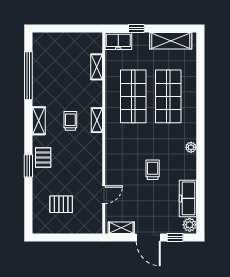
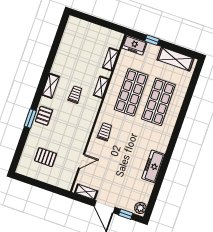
window: (28, 76) -> (55, 48), removed
shelving: (97, 120) -> (101, 87), moved
plant: (191, 147) -> (162, 148), removed
trolley: (153, 170) -> (105, 132), moved
freezer: (188, 198) -> (153, 166), moved

